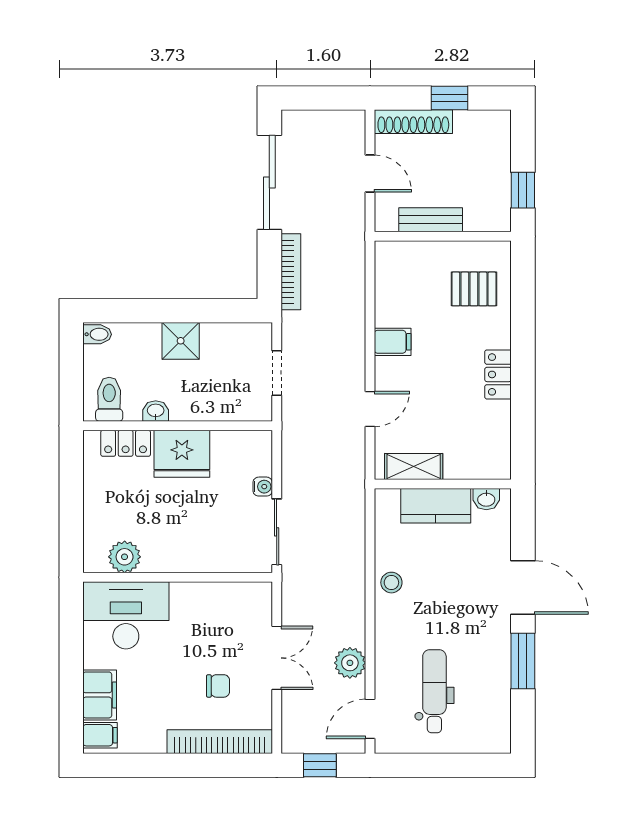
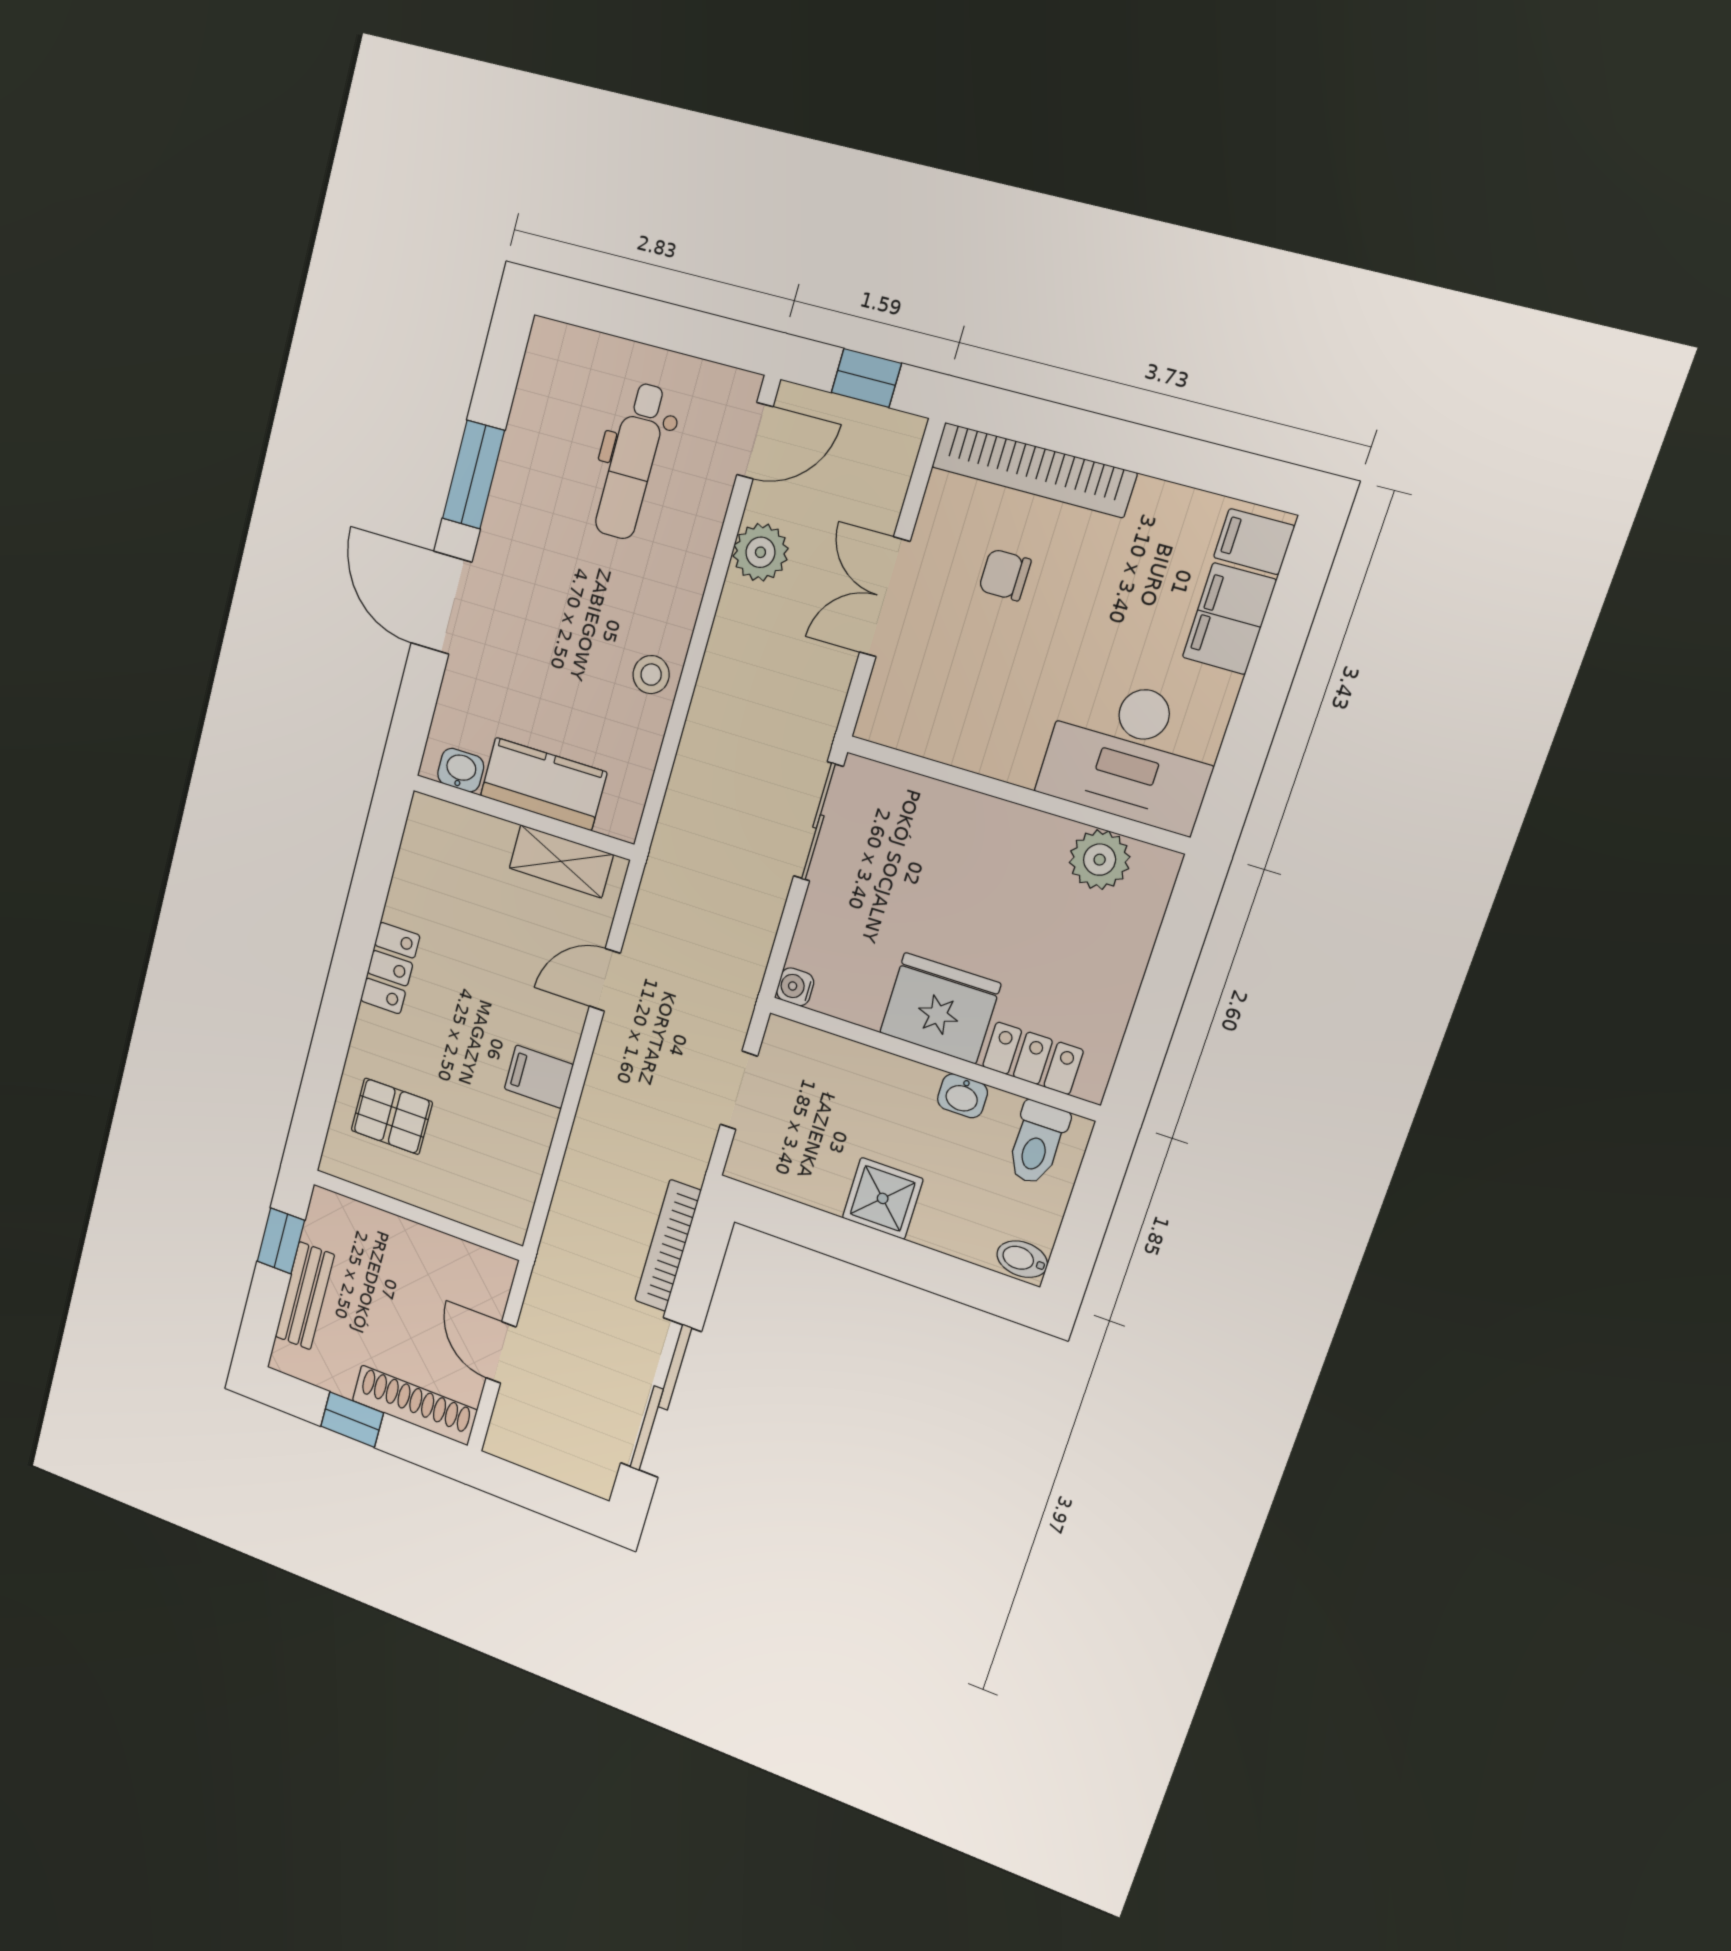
bench: (431, 220) -> (305, 1296), moved, turned 90
water cooler: (263, 487) -> (795, 987), moved

